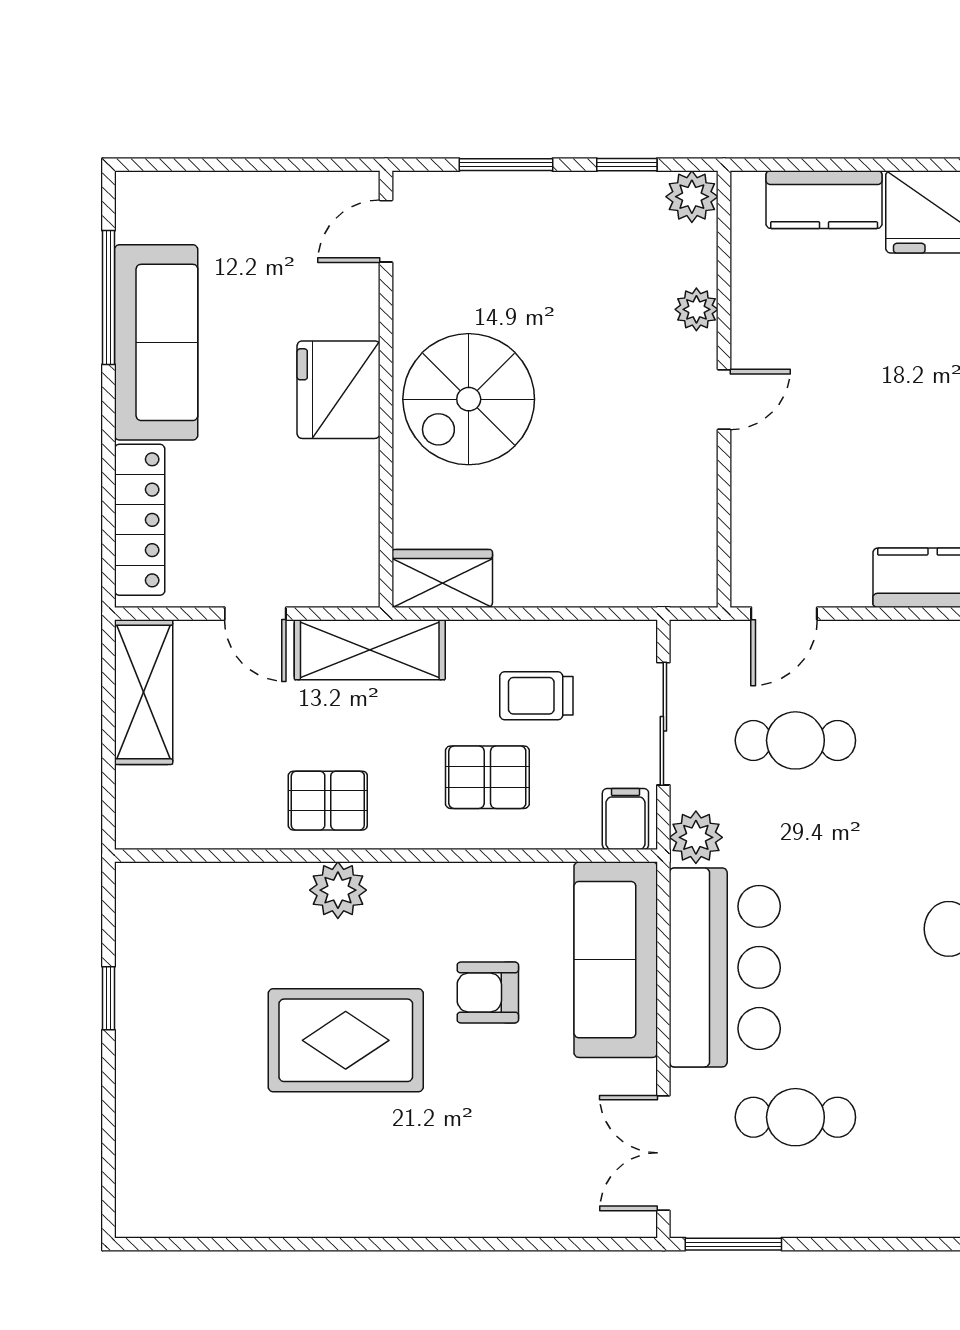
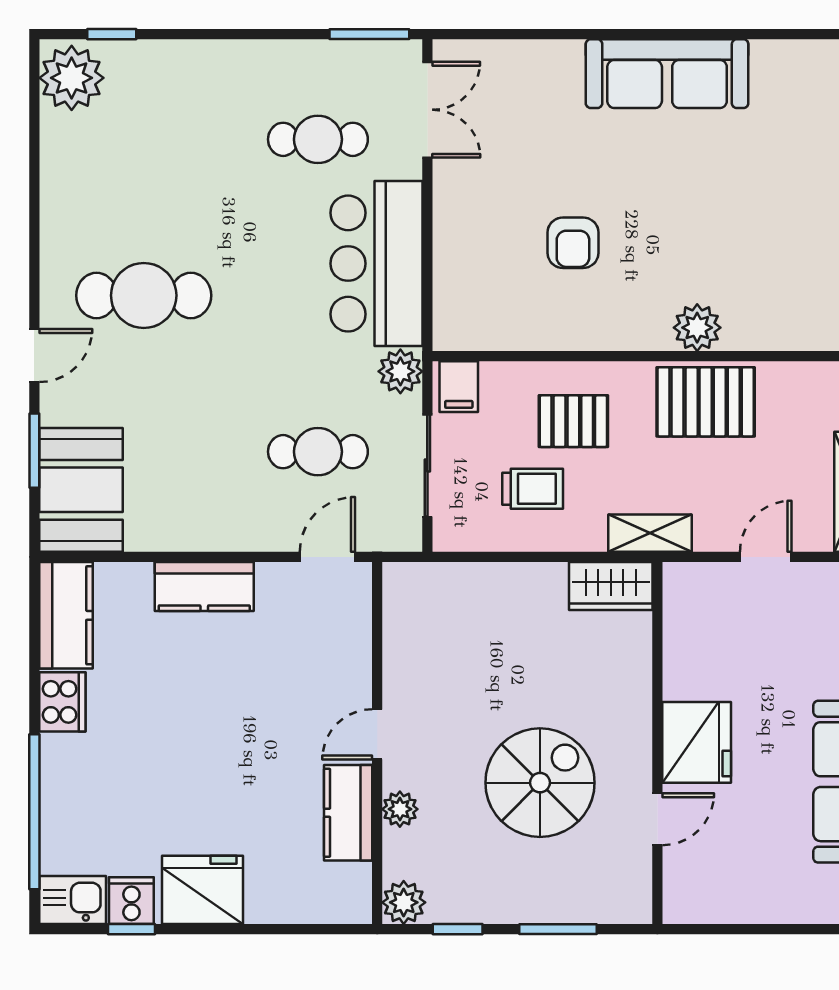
kitchen counter: (824, 200) -> (348, 813), moved, turned -90
door: (386, 231) -> (657, 819), moved
spiral stairs: (469, 399) -> (540, 783), moved
door: (255, 614) -> (766, 557), hinge flipped
shelving: (370, 650) -> (650, 533), width x0.67, depth x0.75
pallet: (328, 801) -> (706, 402), width x1.50, depth x1.42
sofa: (616, 960) -> (667, 74), moved, turned 90
armchair: (488, 992) -> (573, 243), turned 90
rug: (346, 1040) -> (691, 203), removed

